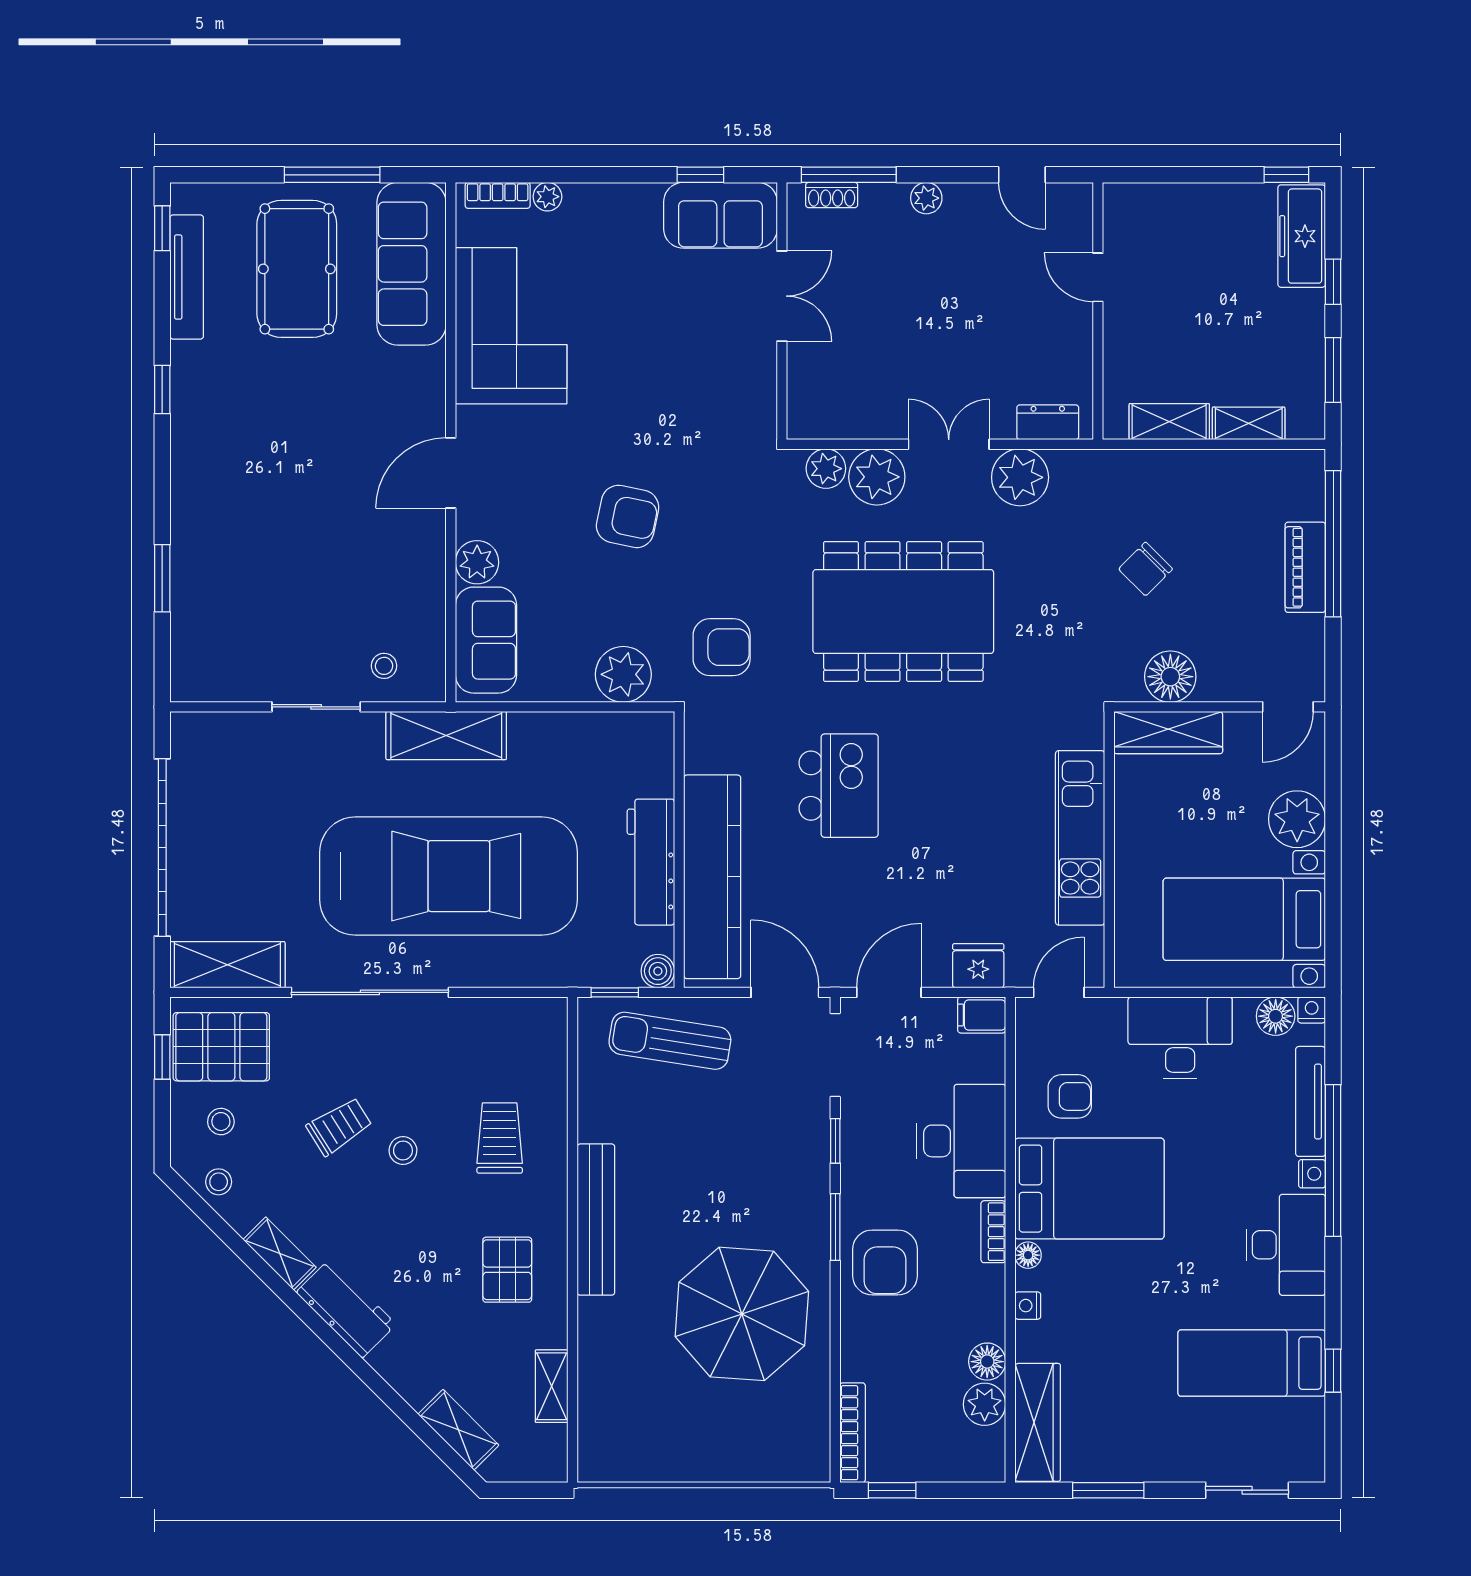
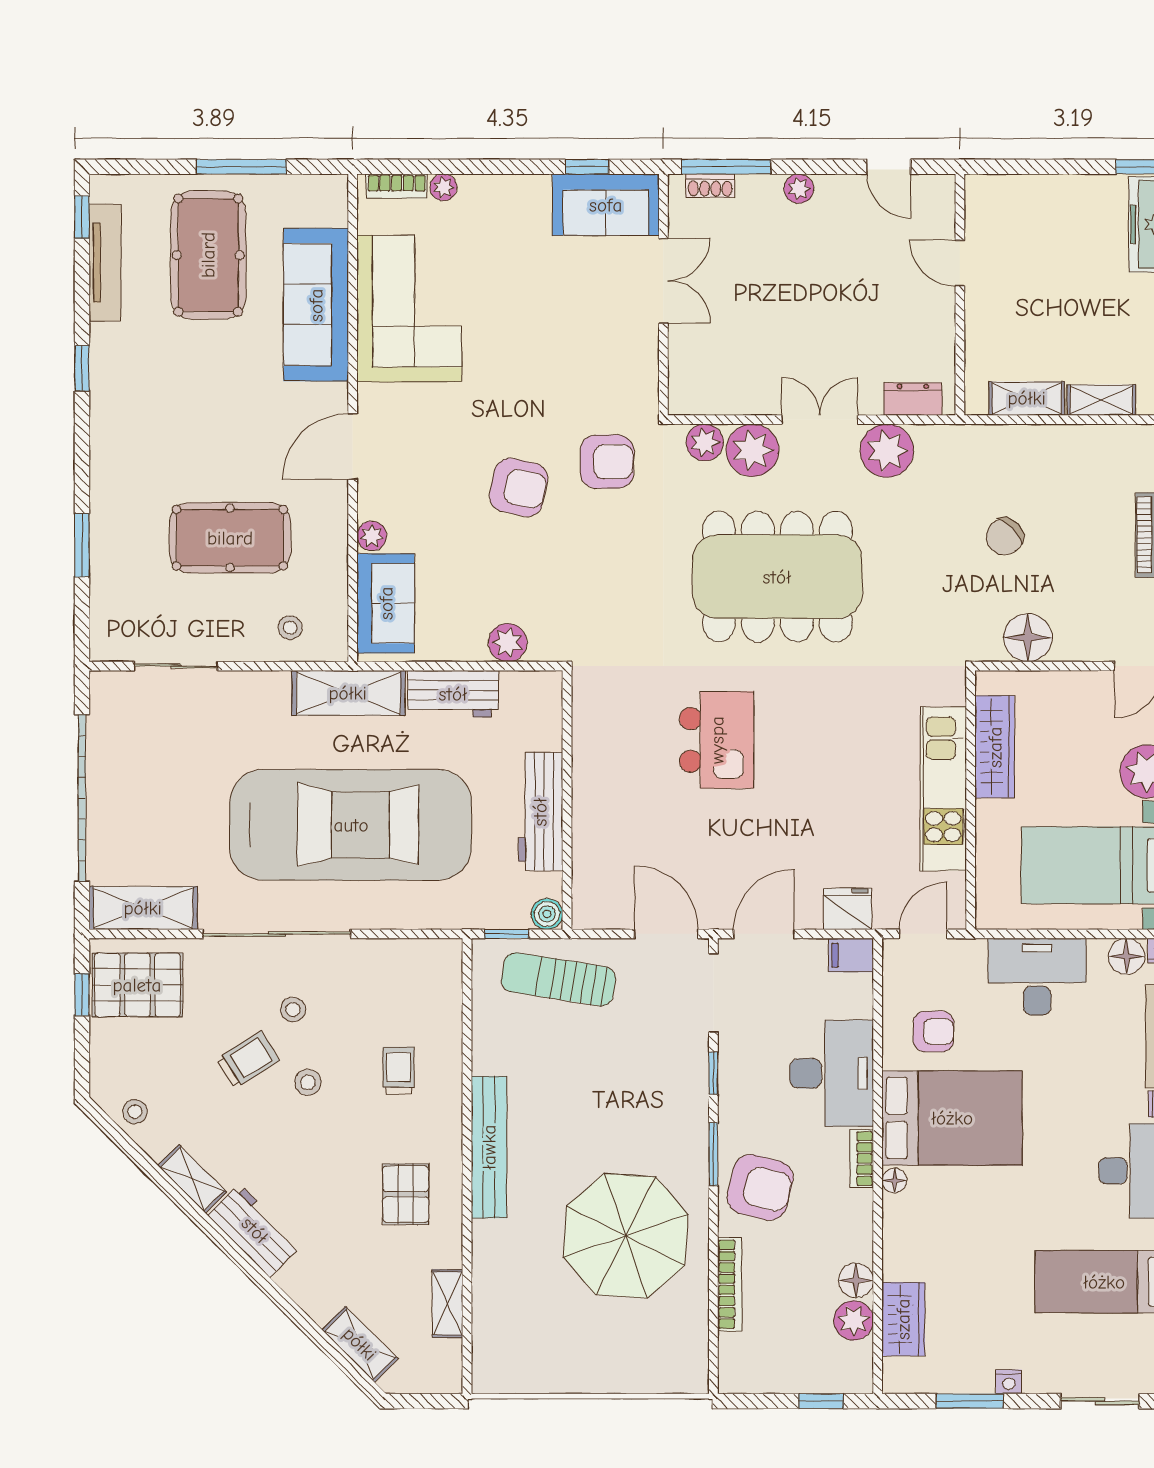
sofa: (412, 264) -> (316, 305), moved
plant: (477, 562) -> (372, 536), width x0.73, depth x0.73
pool table: (320, 570) -> (230, 538), added
armchair: (722, 647) -> (607, 462), moved
plant: (623, 674) -> (508, 643), width x0.73, depth x0.73
sliding door: (316, 707) -> (176, 666), moved
wardrobe: (1168, 732) -> (995, 747), moved, turned -90
workbench: (558, 736) -> (453, 694), added
kitchen counter: (712, 877) -> (598, 825), removed
stool: (221, 1122) -> (293, 1009), moved
trolley: (500, 1138) -> (399, 1071), width x0.73, depth x0.72
armchair: (885, 1262) -> (760, 1187), turned -76
nightstand: (1028, 1306) -> (1009, 1382), moved, turned -90
wardrobe: (1038, 1422) -> (903, 1319), width x0.67
bookcase: (853, 1433) -> (730, 1284), moved
window: (892, 1490) -> (821, 1401), moved

